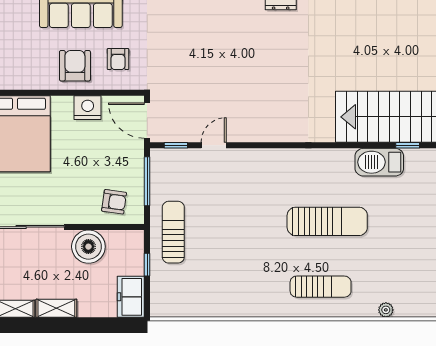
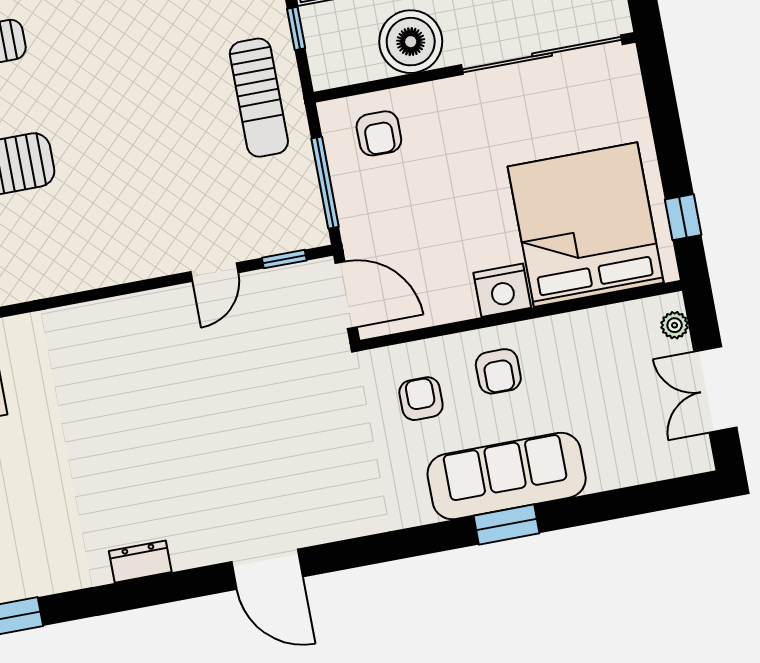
armchair: (75, 66) -> (498, 371), width x0.72, depth x0.72
nightstand: (88, 108) -> (502, 290), moved
armchair: (114, 202) -> (379, 133), turned -98

